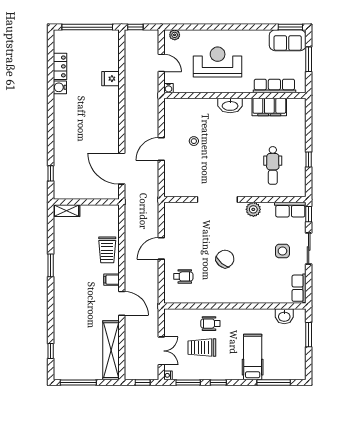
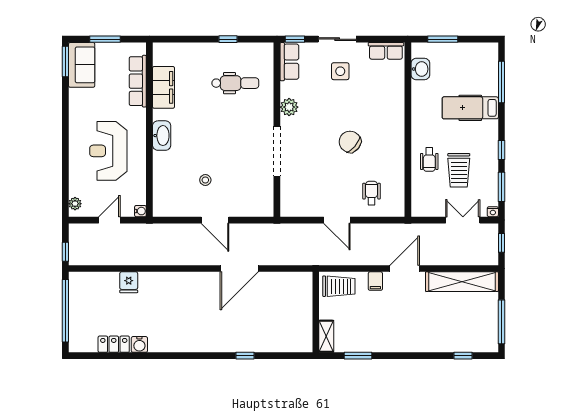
wall: (86, 202) -> (316, 312), moved
shelving: (66, 211) -> (326, 336), moved

